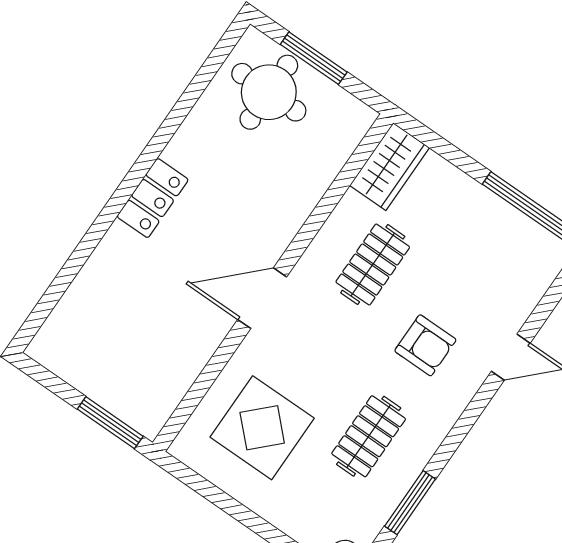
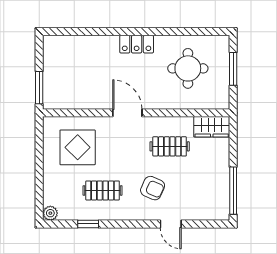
round table: (269, 92) -> (188, 68), moved
armchair: (425, 345) -> (153, 188), turned -66
window: (410, 503) -> (88, 224), width x0.67

